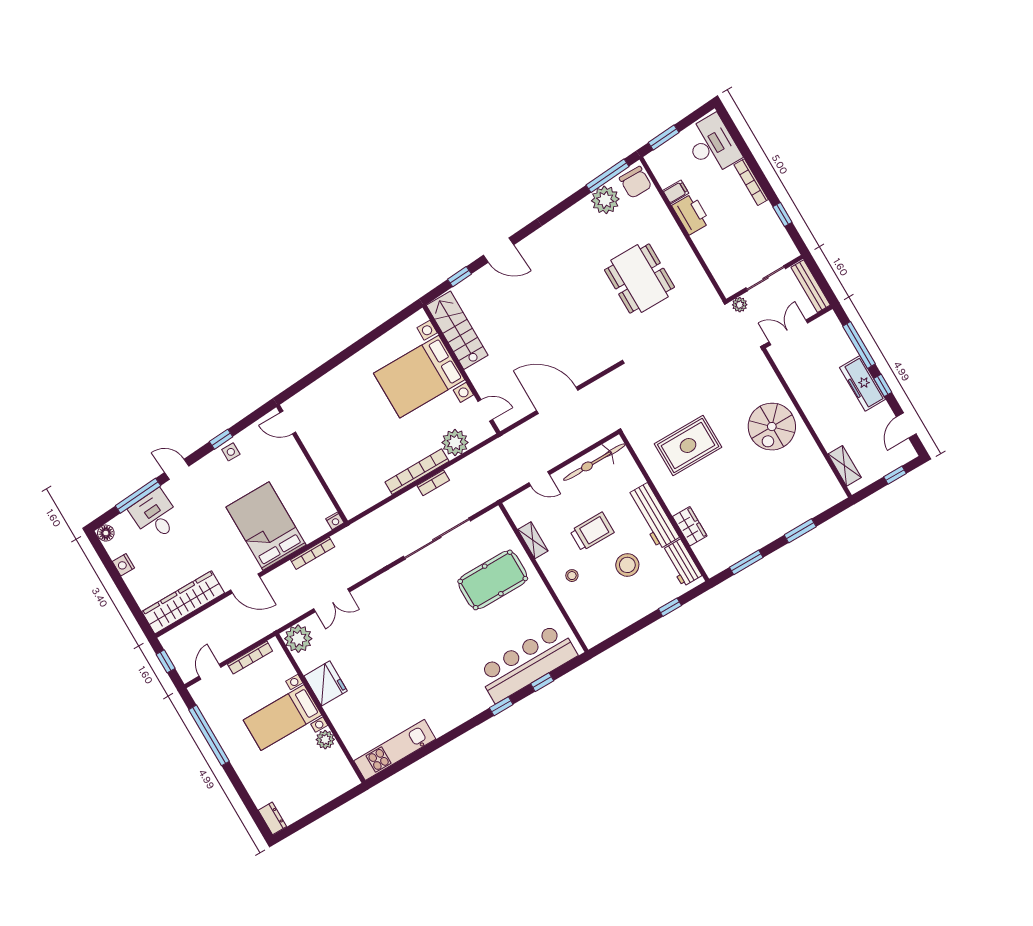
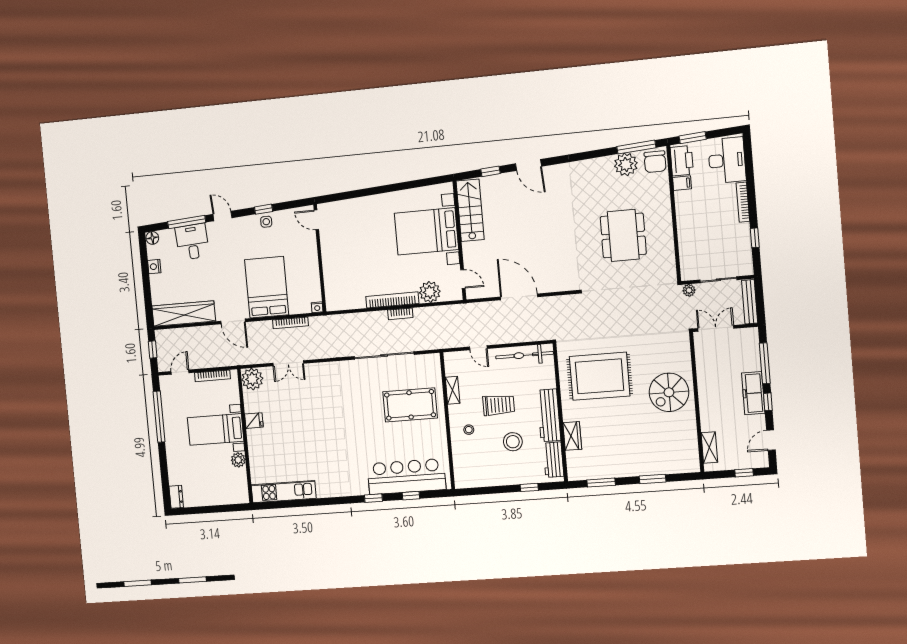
printer: (691, 214) -> (682, 161), moved
rug: (688, 445) -> (600, 376), width x1.37, depth x1.44
fridge: (326, 683) -> (254, 421), width x0.53, depth x0.75

